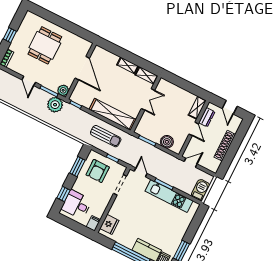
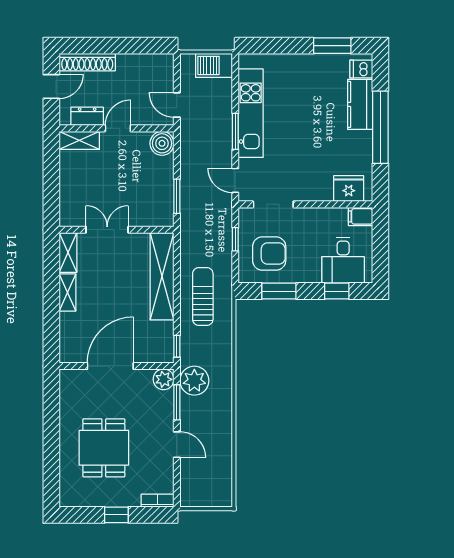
dining table: (45, 45) -> (104, 448), turned 90
door: (29, 81) -> (177, 445), hinge flipped
sun lounger: (106, 136) -> (203, 297), moved
boiler: (167, 142) -> (162, 143), moved
shoe rack: (225, 146) -> (87, 62), moved
door: (141, 172) -> (235, 180), hinge flipped

